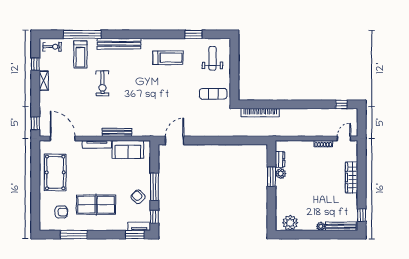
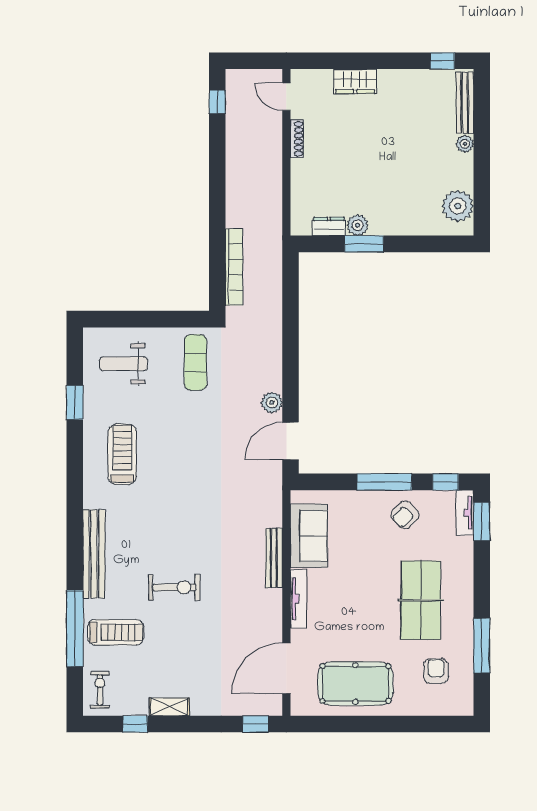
plant: (193, 131) -> (272, 402), added
door: (175, 140) -> (290, 441), hinge flipped
wardrobe: (351, 178) -> (355, 81), width x0.67

